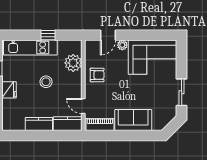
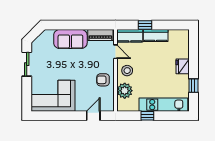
plant: (122, 45) -> (80, 107), removed
stool: (46, 82) -> (127, 71), moved
window: (51, 136) -> (145, 25), added

